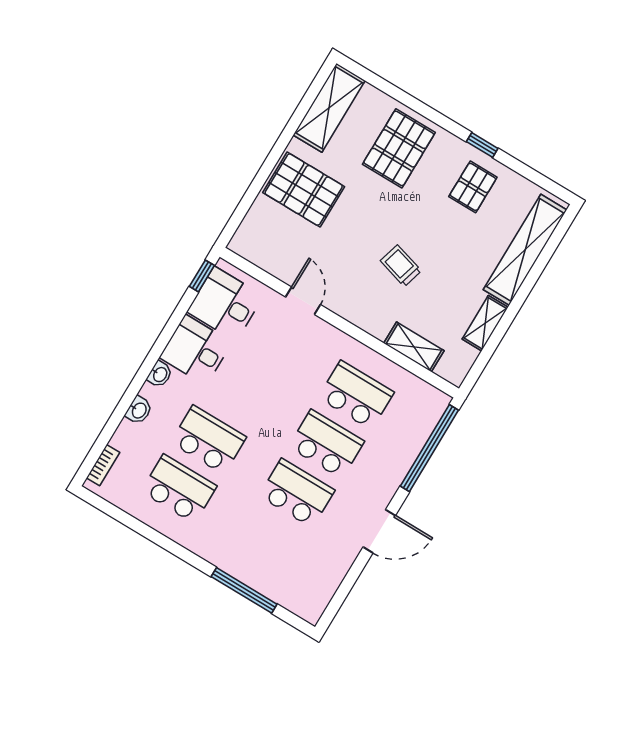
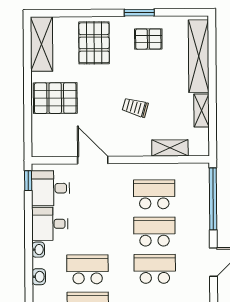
window: (482, 145) -> (139, 13), width x1.50
pallet: (473, 187) -> (148, 39), turned 90
door: (303, 301) -> (93, 160), width x1.38

